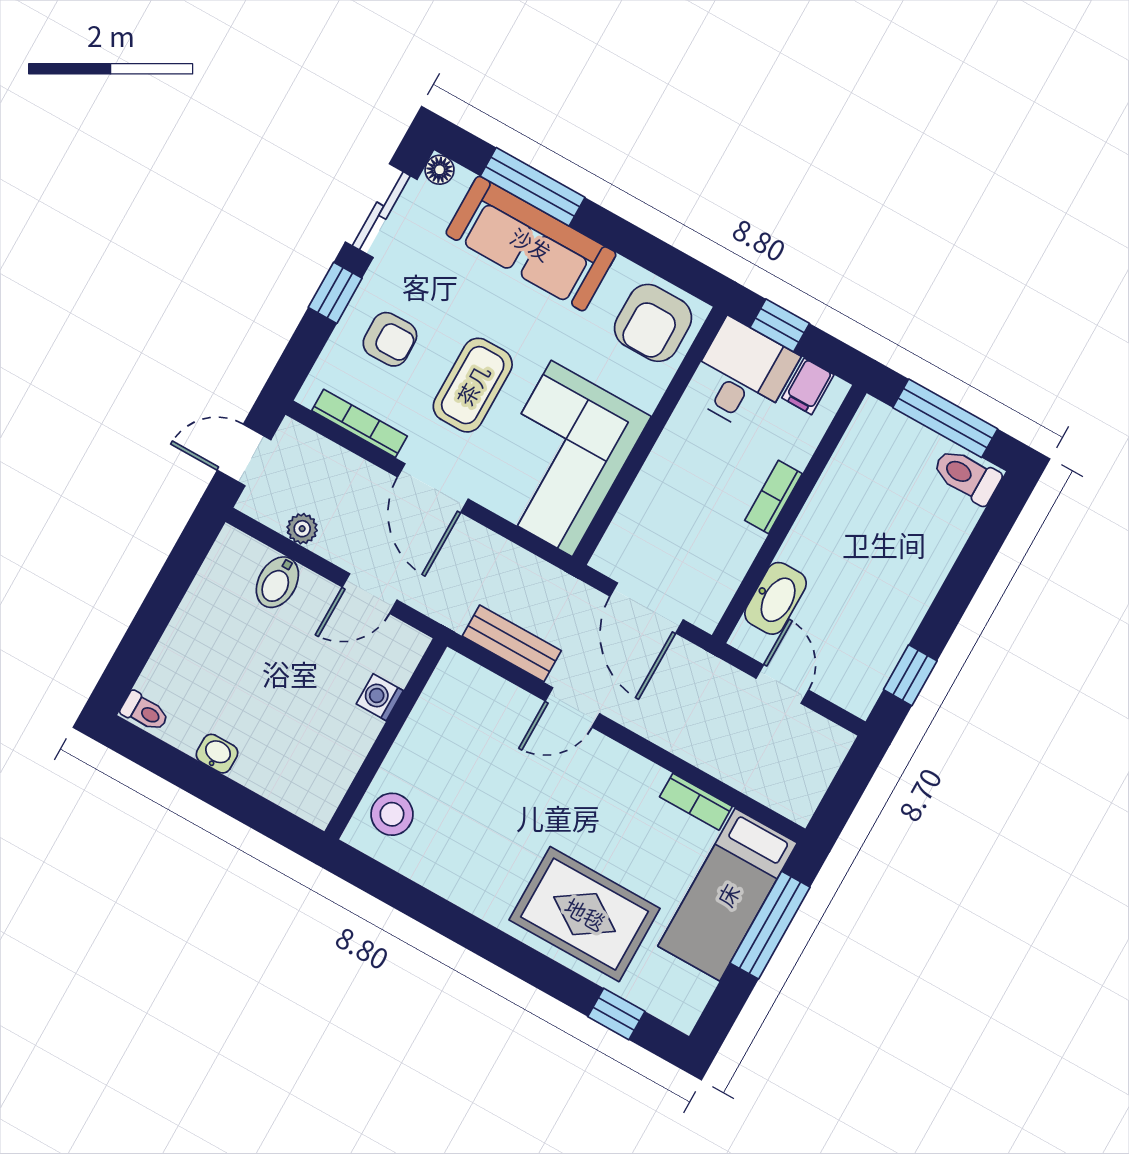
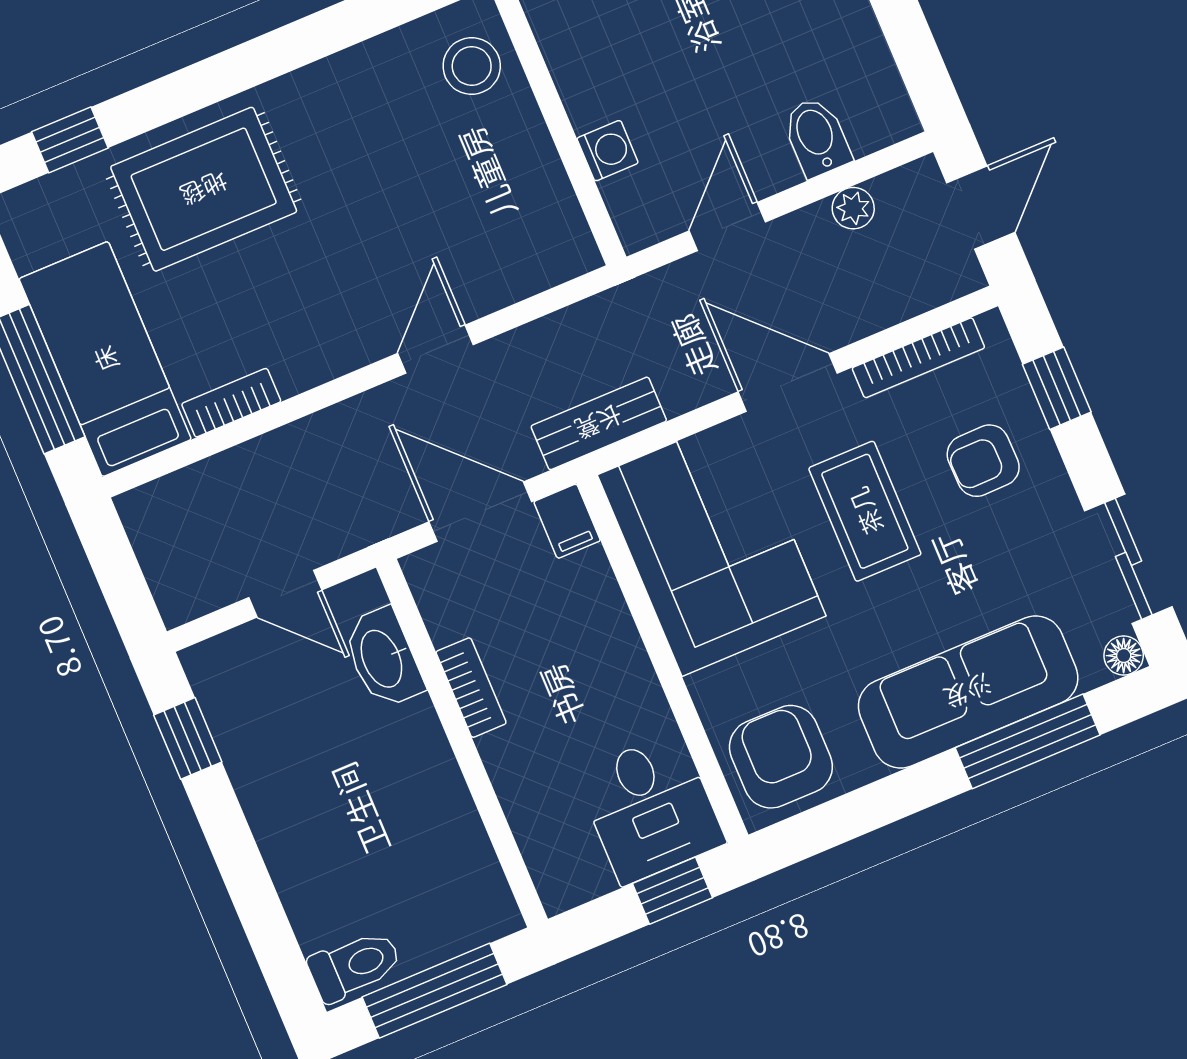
window: (335, 293) -> (1057, 388), moved
filing cabinet: (808, 386) -> (567, 521), moved, turned 180
bookcase: (773, 497) -> (471, 688), moved
bench: (512, 643) -> (599, 423), moved

